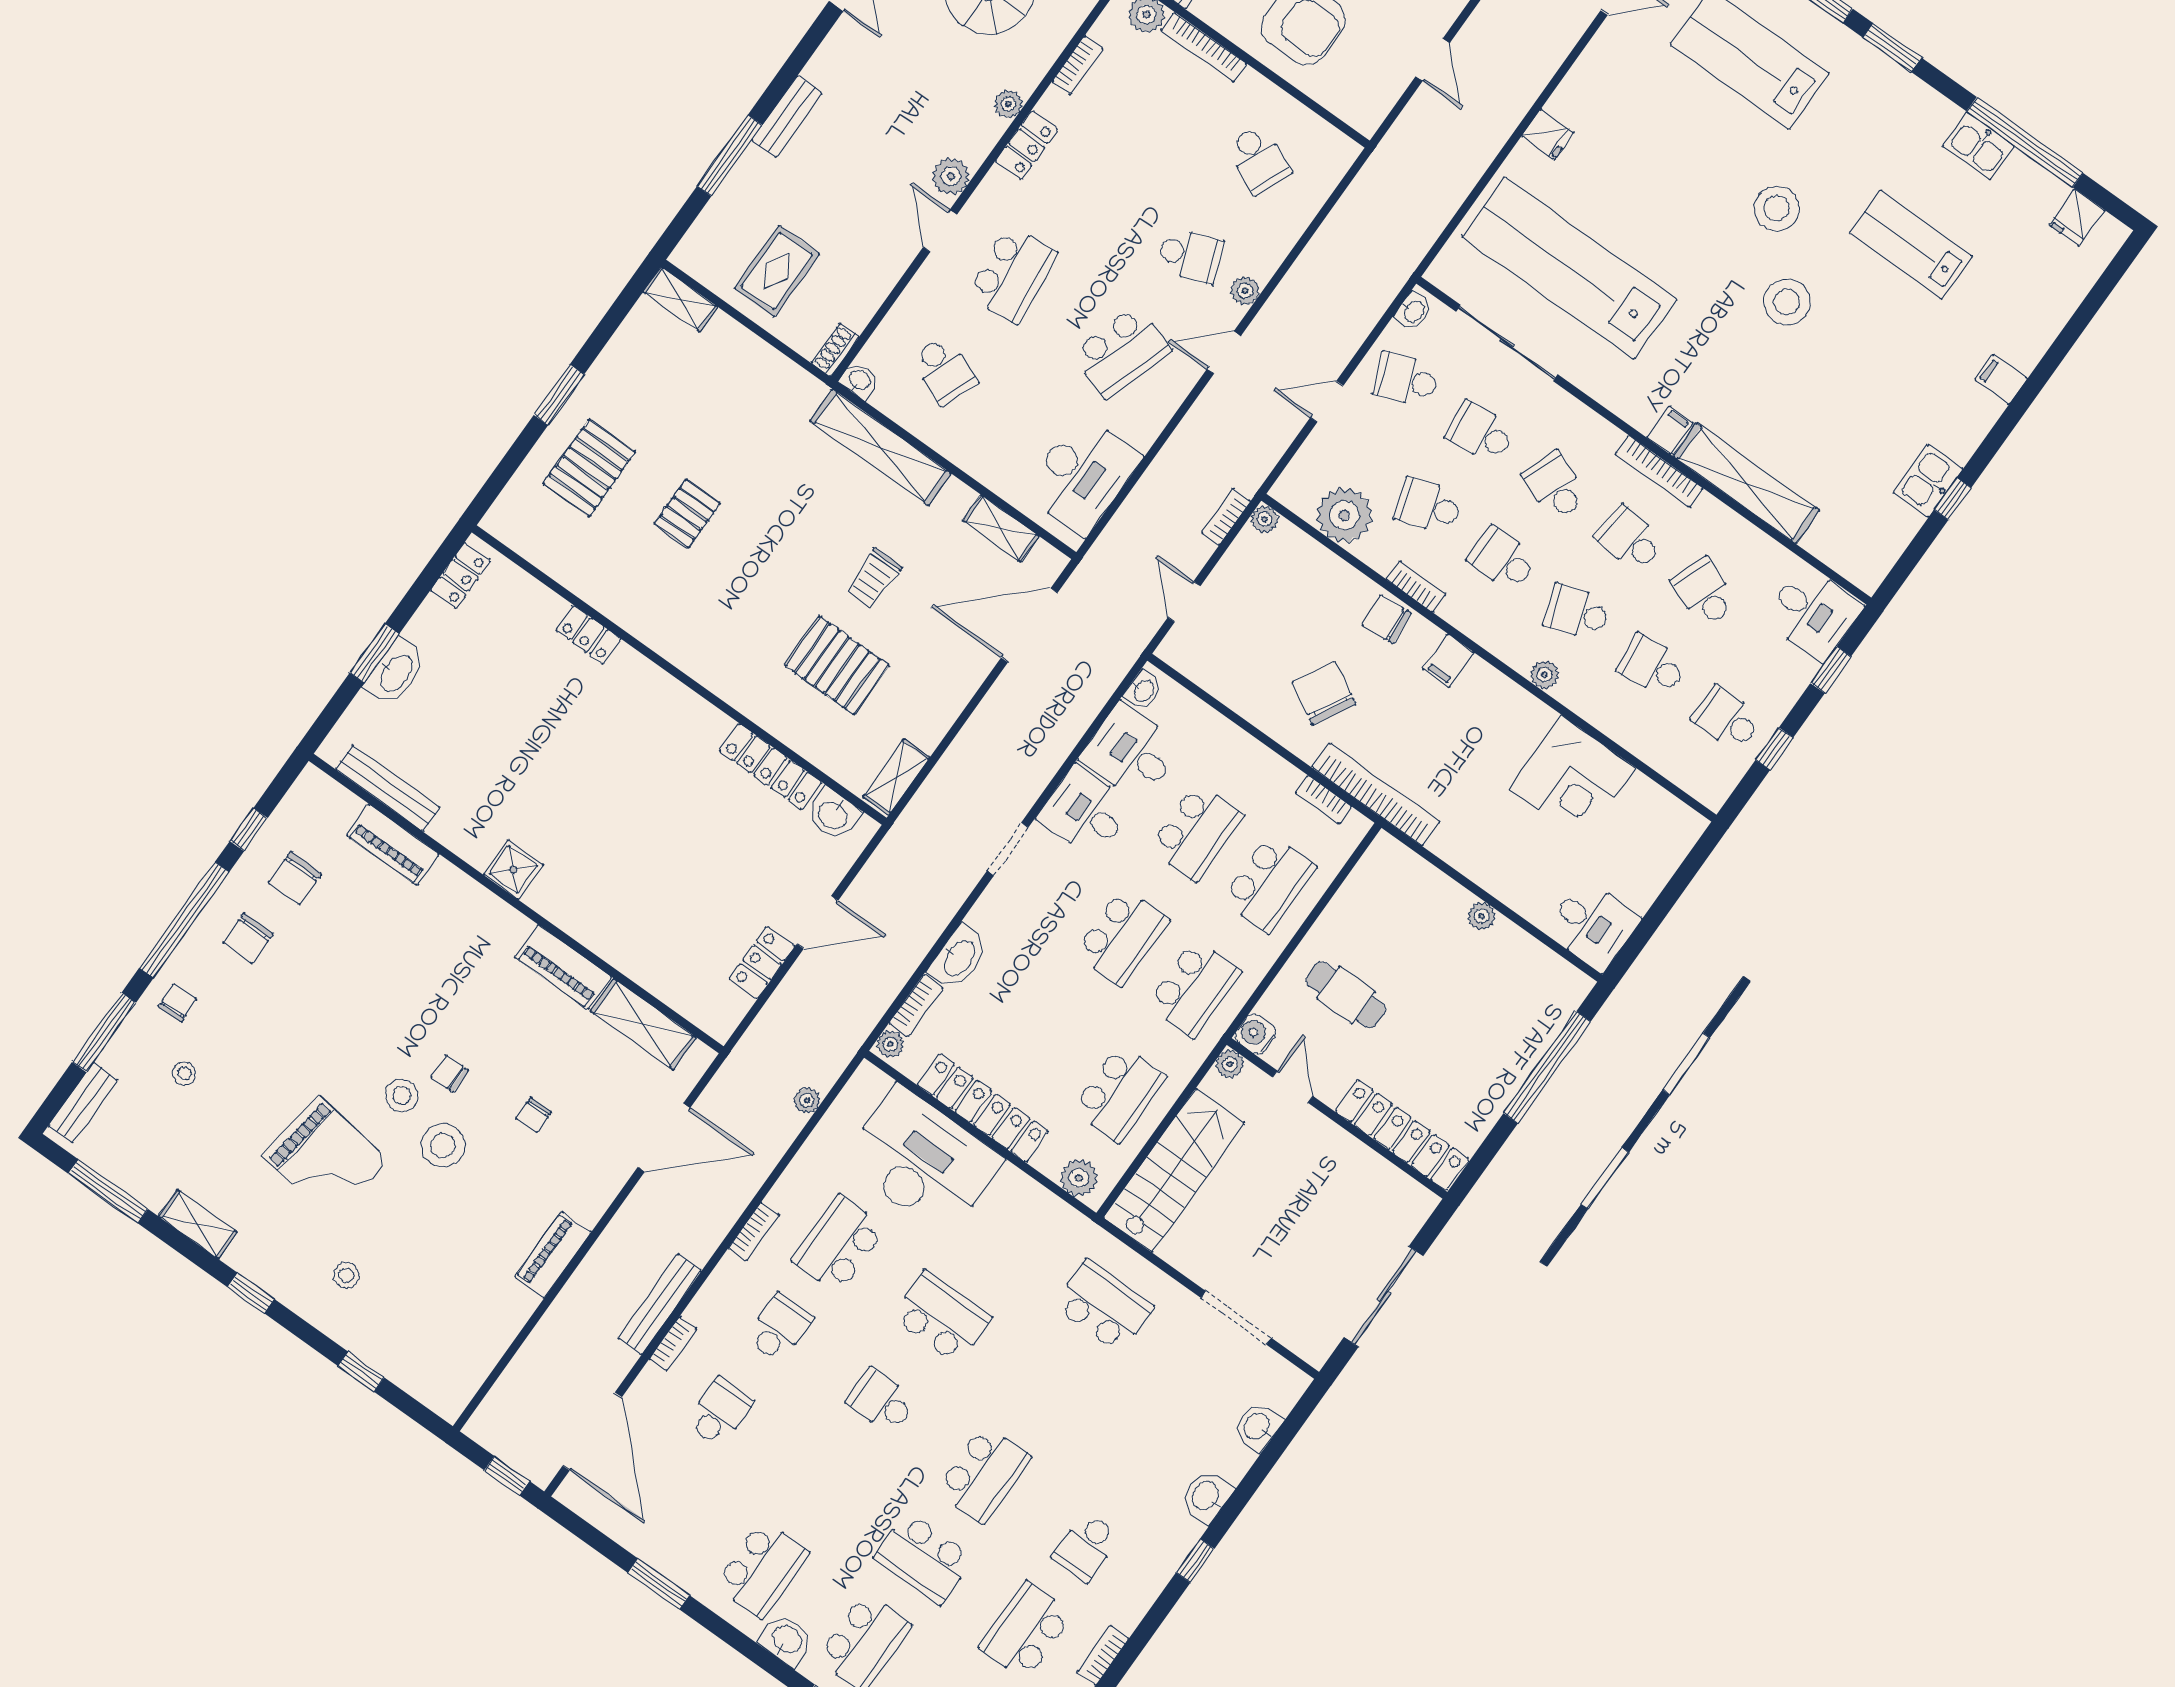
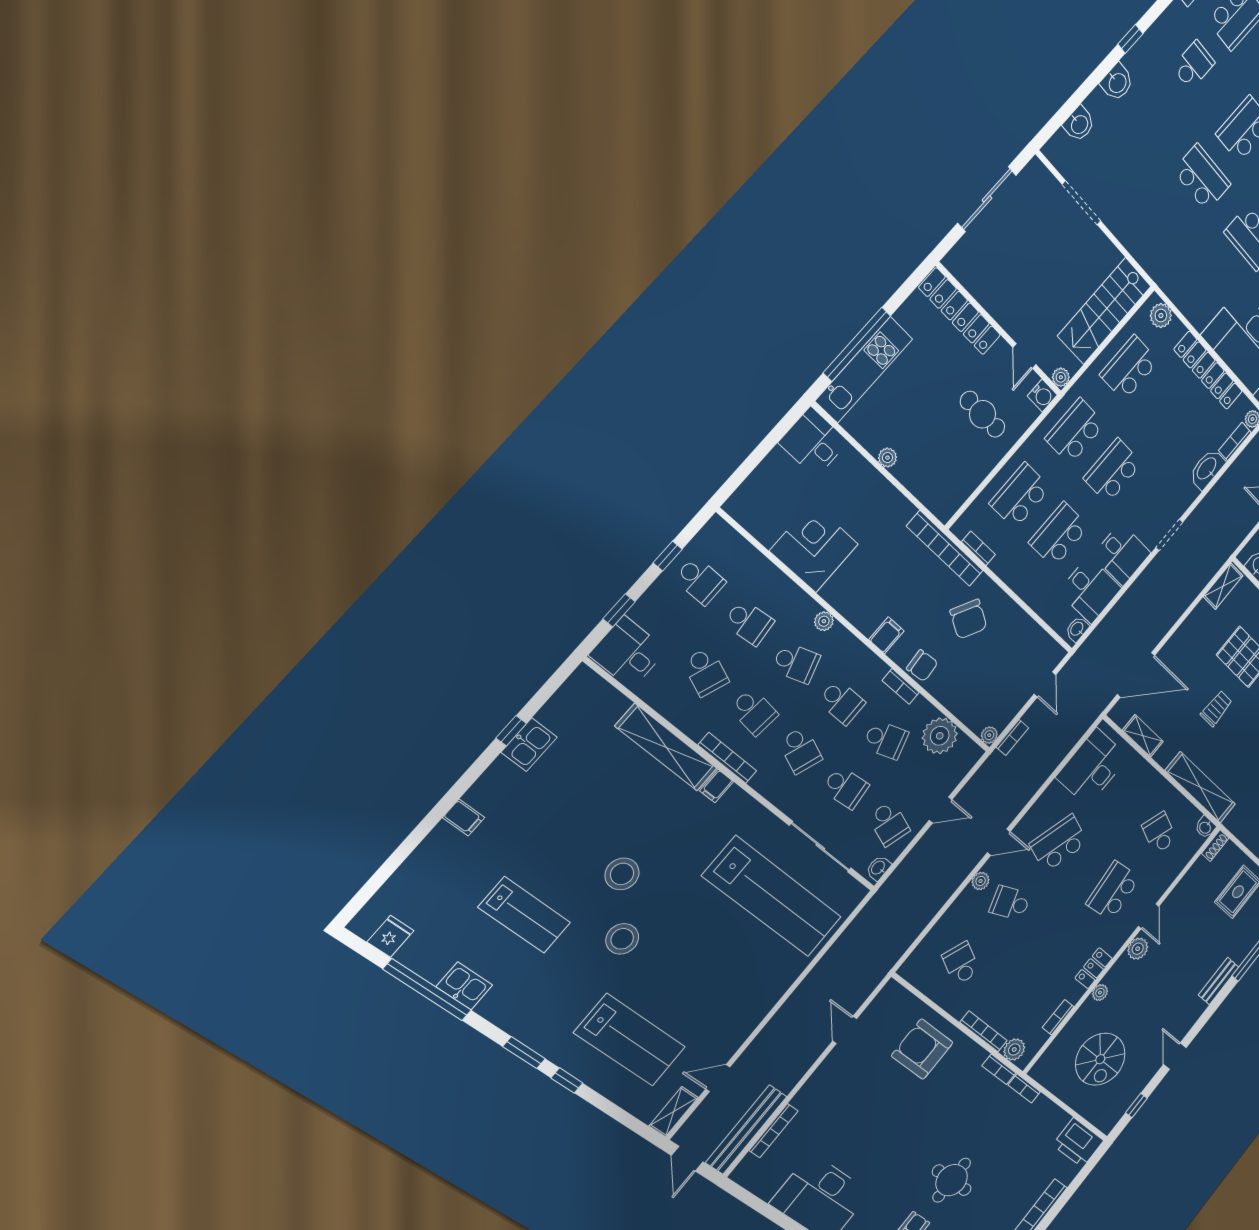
fridge: (1548, 134) -> (776, 985), removed
school desk: (1406, 380) -> (889, 823), turned 39
kitchen unit: (1532, 1034) -> (864, 370), added
school desk: (1103, 1306) -> (1202, 178), moved, turned 180

